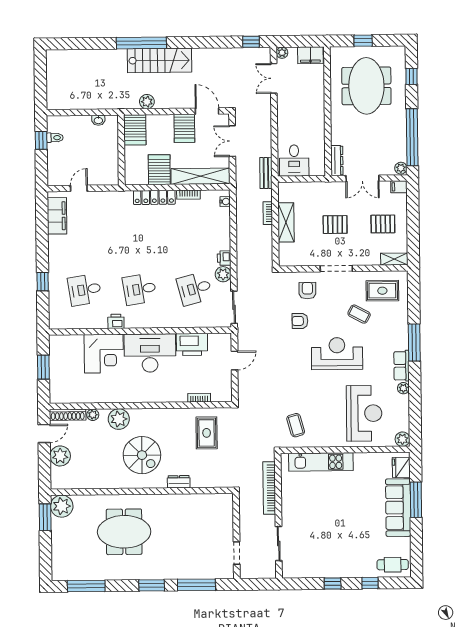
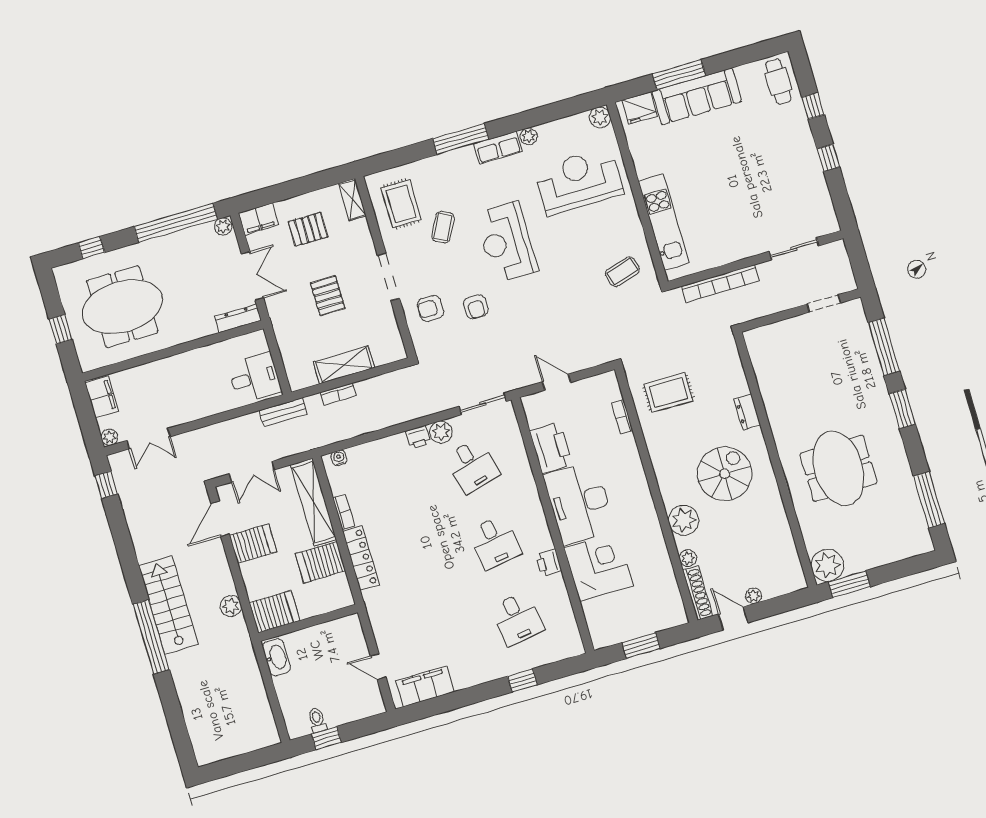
washbasin: (98, 120) -> (277, 657), width x1.91, depth x1.45
filing cabinet: (399, 187) -> (258, 219), width x2.00
pallet: (383, 224) -> (308, 229), turned 90
plant: (60, 456) -> (754, 596), width x0.53, depth x0.53

